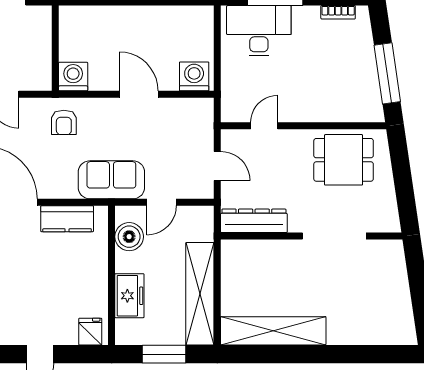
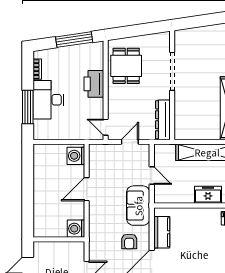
desk: (259, 31) -> (48, 100), moved
printer: (314, 106) -> (94, 84), added
armchair: (64, 122) -> (129, 241), moved, turned 90
door: (264, 126) -> (106, 127), moved
boiler: (129, 237) -> (172, 195), removed

